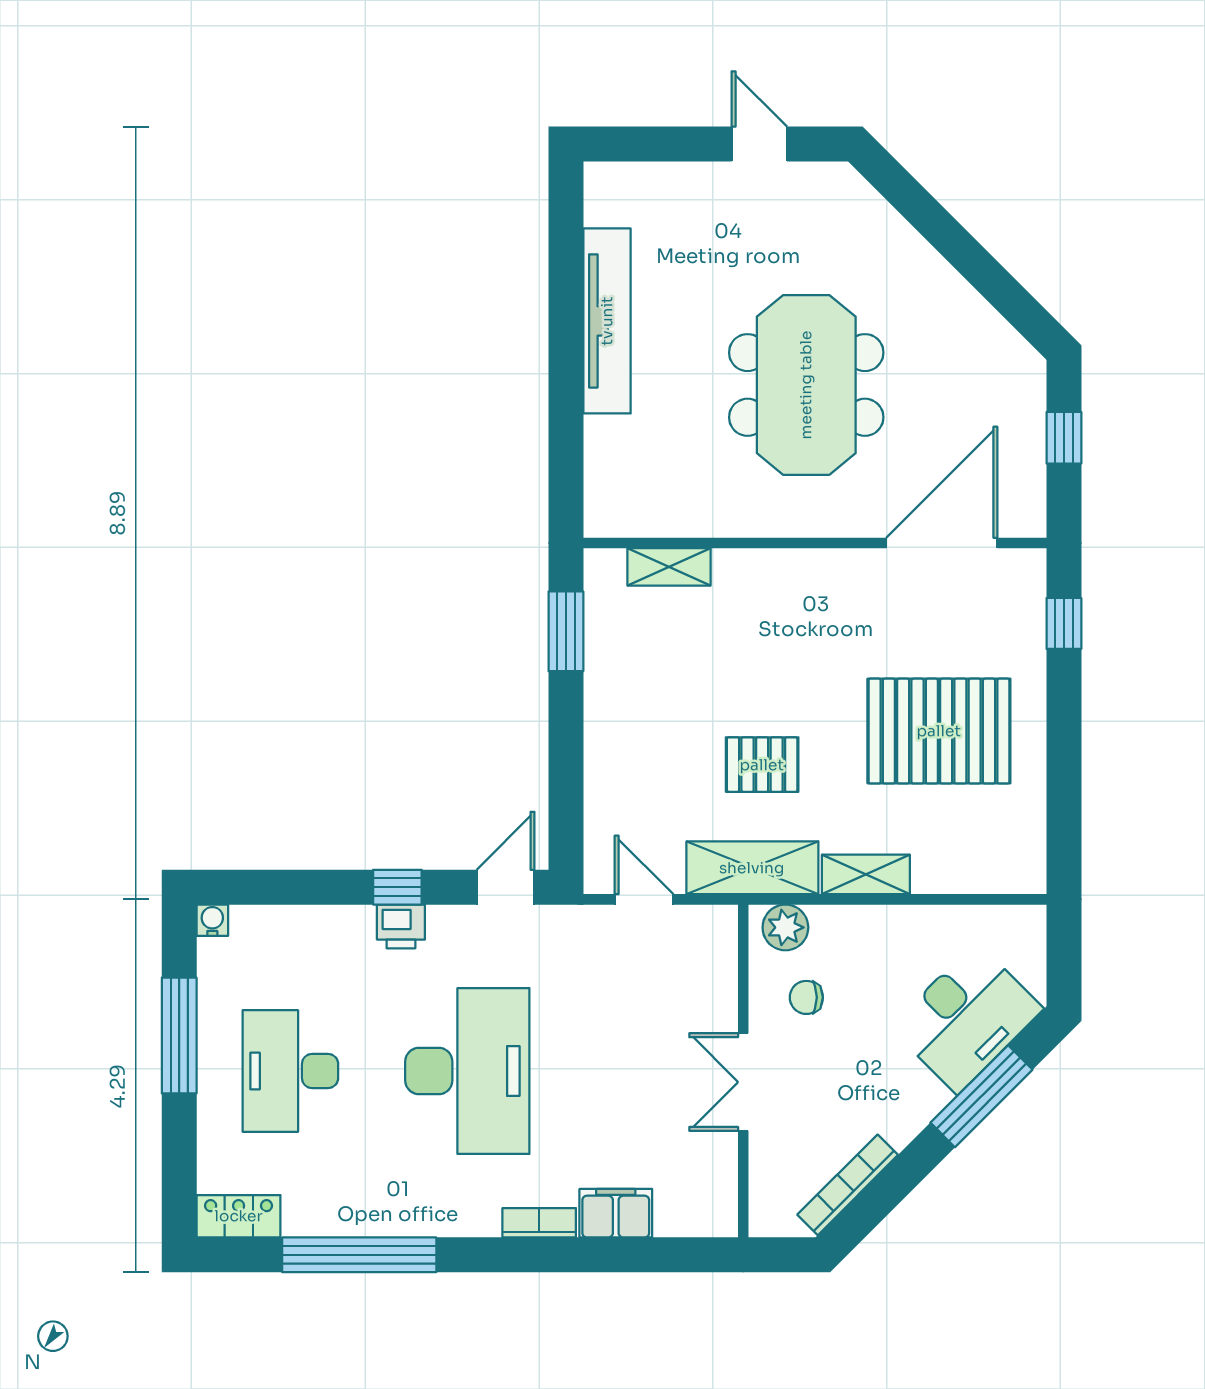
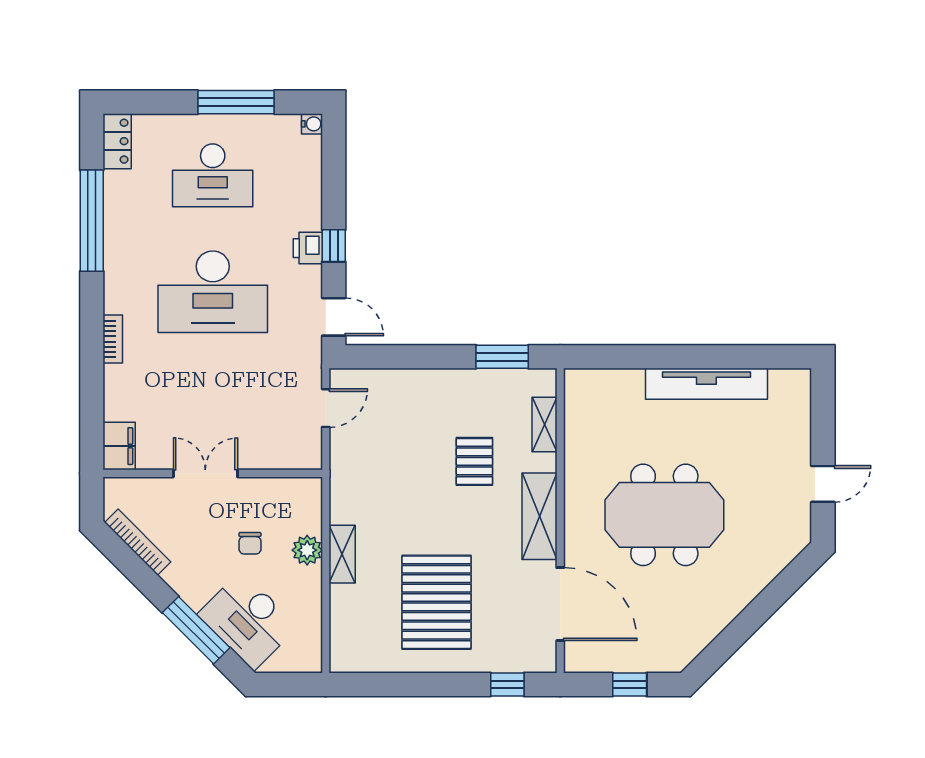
pallet: (762, 765) -> (474, 461), moved
shelving: (752, 868) -> (539, 516), moved
plant: (785, 927) -> (307, 550), moved
chair: (806, 997) -> (250, 543), moved, turned 180
desk: (290, 1071) -> (213, 175), turned 180
filing cabinet: (616, 1213) -> (119, 446), moved

